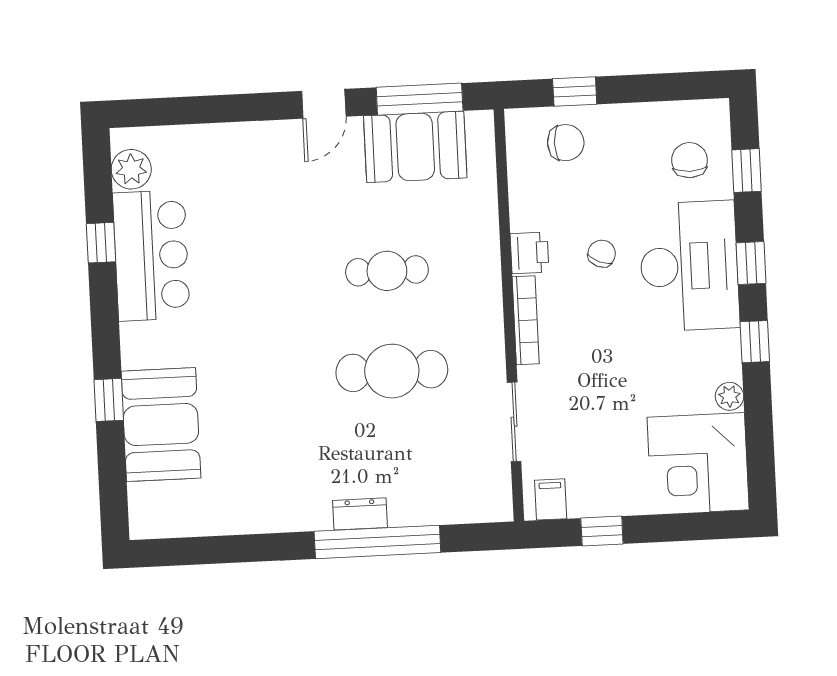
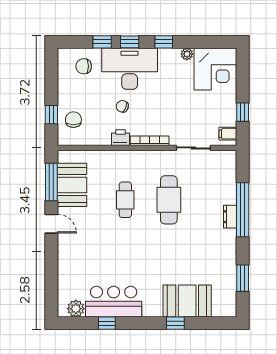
window: (746, 171) -> (102, 42), moved
window: (220, 550) -> (243, 278), added

